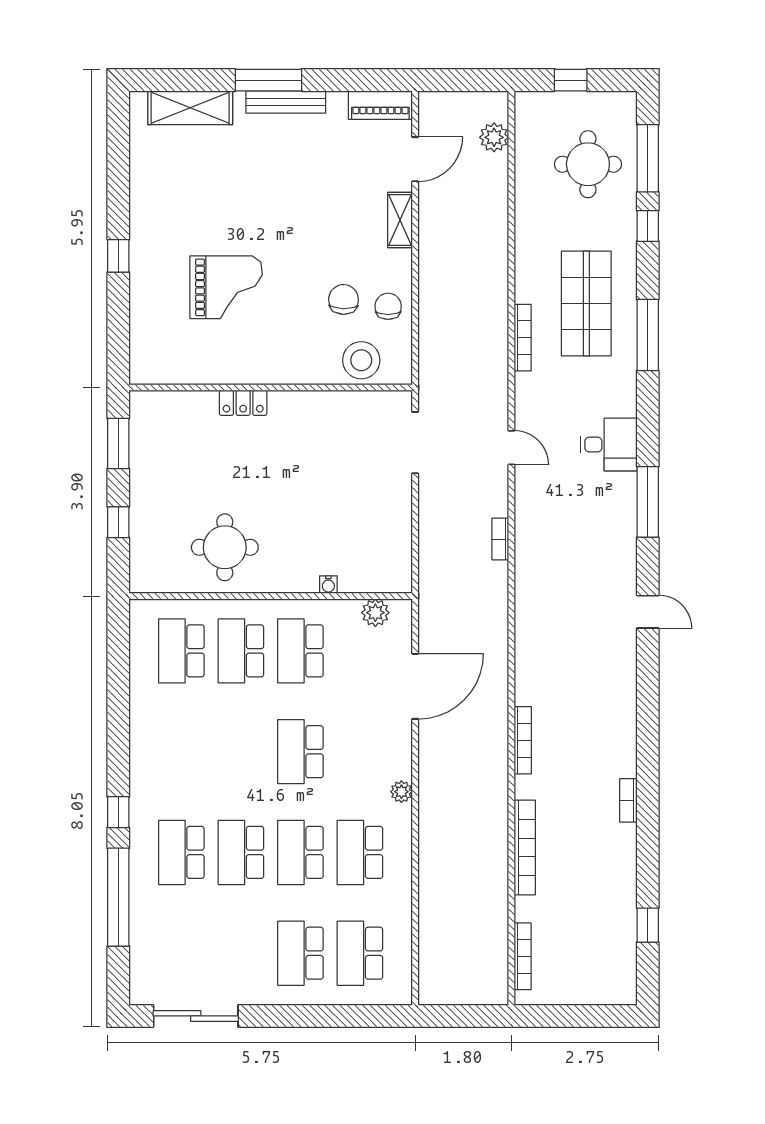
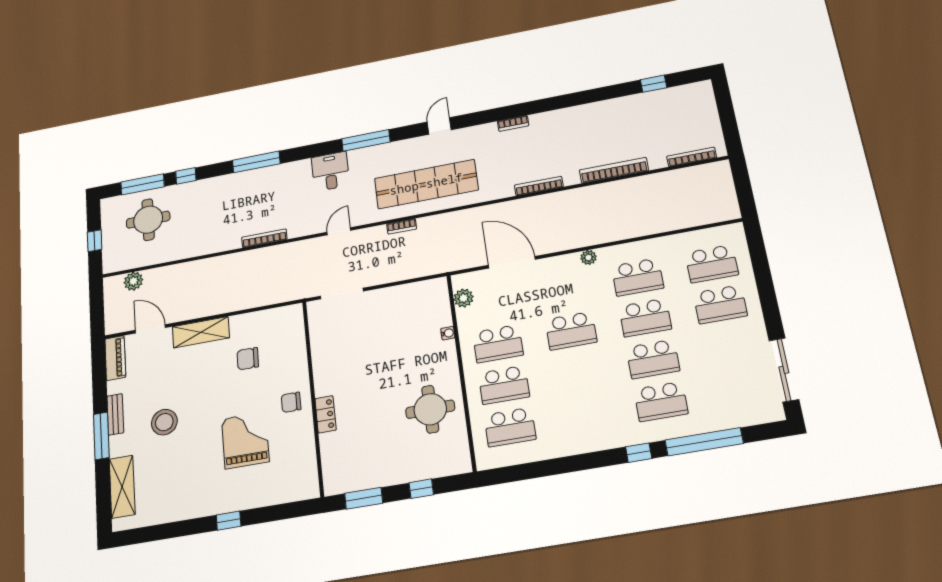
bench: (286, 102) -> (115, 414), width x0.73
shelving: (400, 220) -> (201, 332), width x1.50, depth x1.33
shop shelf: (586, 303) -> (426, 184), moved, width x1.40
chair: (388, 306) -> (291, 402), moved
stool: (361, 360) -> (164, 422), moved
bookcase: (628, 800) -> (513, 123), moved

